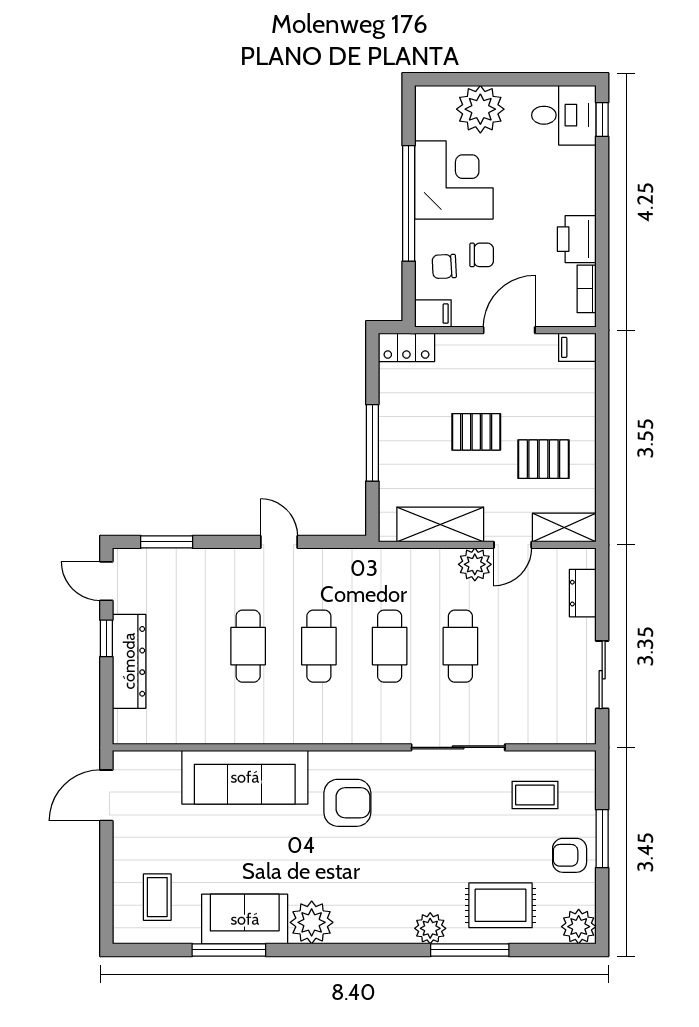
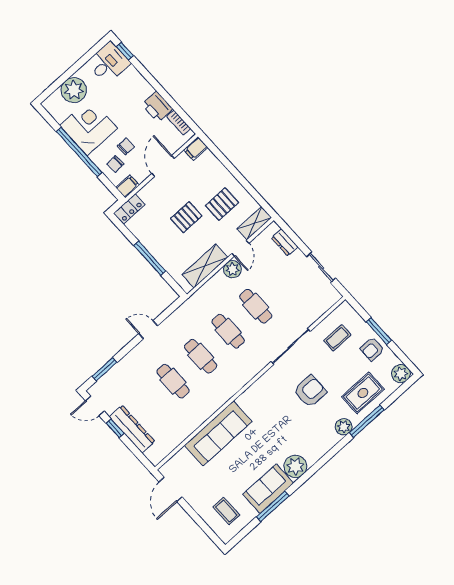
armchair: (347, 803) -> (310, 391), moved

